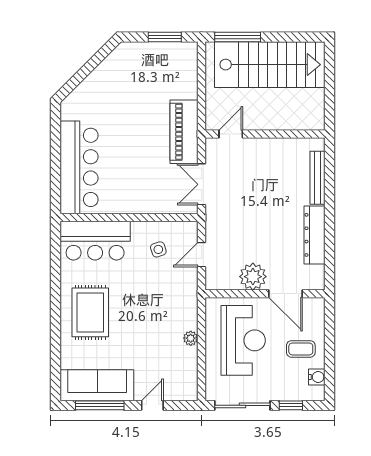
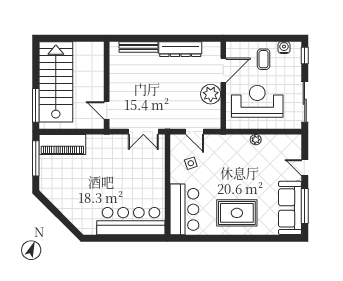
window: (165, 37) -> (36, 158), width x1.44
piano: (184, 132) -> (62, 144), moved
window: (291, 405) -> (305, 56), moved

